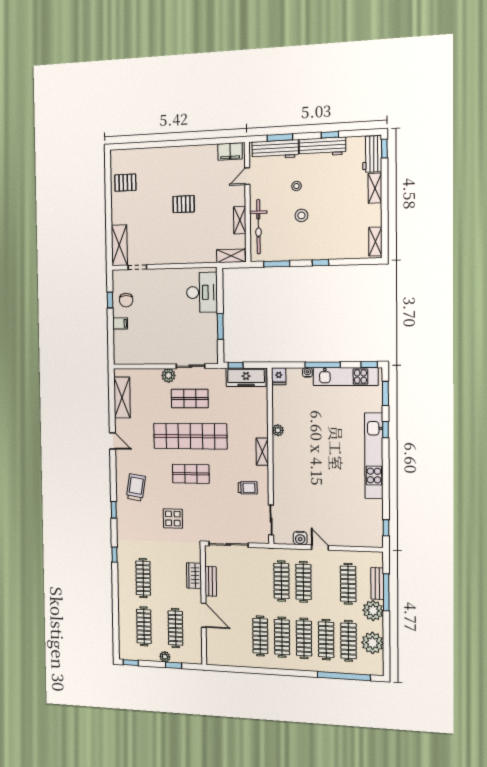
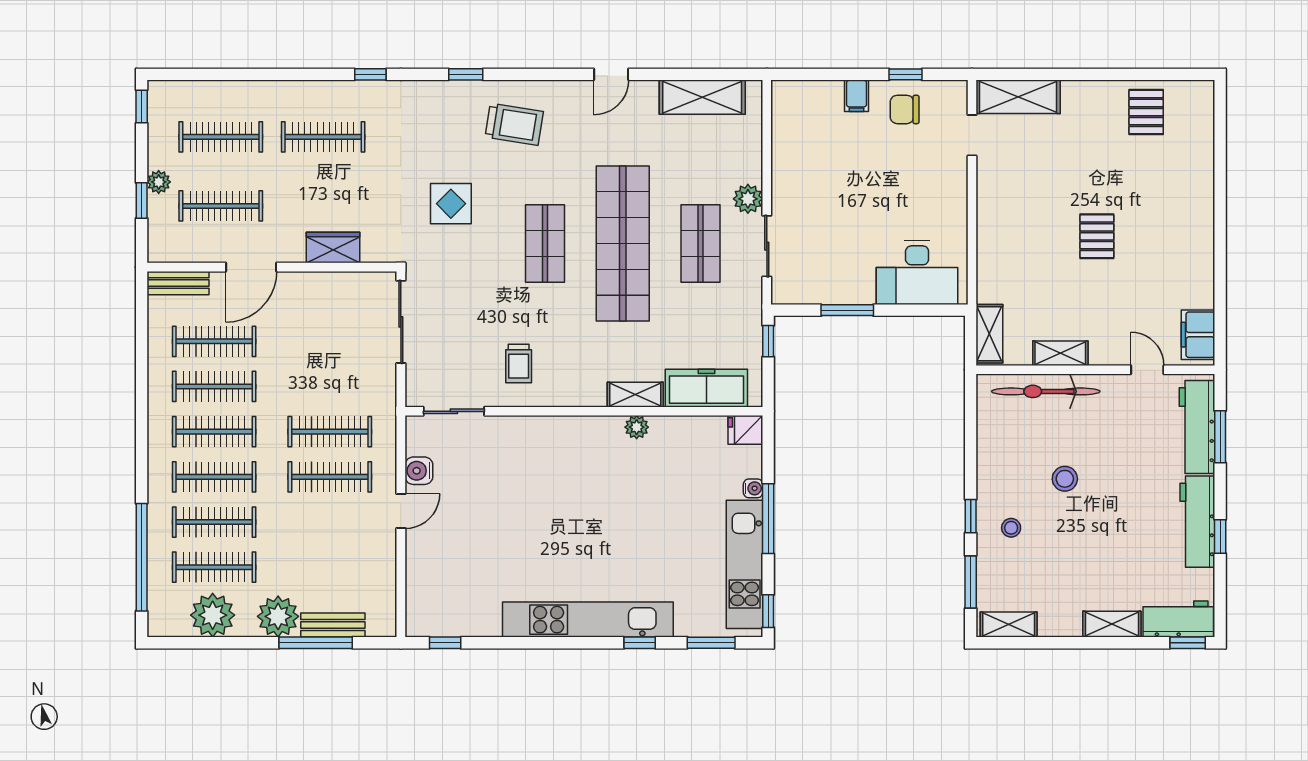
stool: (296, 186) -> (1011, 528), moved
window: (277, 264) -> (971, 582), moved
freezer: (246, 377) -> (706, 388), moved, turned 90
shelving: (262, 452) -> (635, 395), moved
bench: (211, 581) -> (178, 283), moved
clothes rail: (348, 584) -> (214, 341), moved

